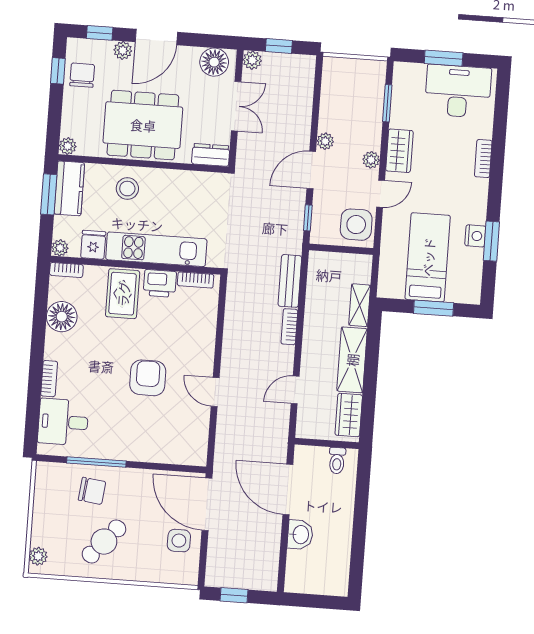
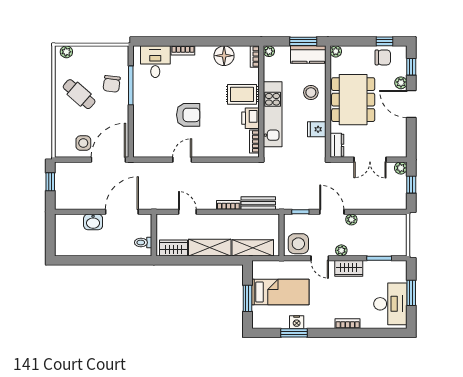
floor lamp: (214, 62) -> (398, 143), removed
fridge: (93, 245) -> (317, 129), moved, turned 180
shelving: (360, 305) -> (253, 248), width x1.50, depth x1.33

